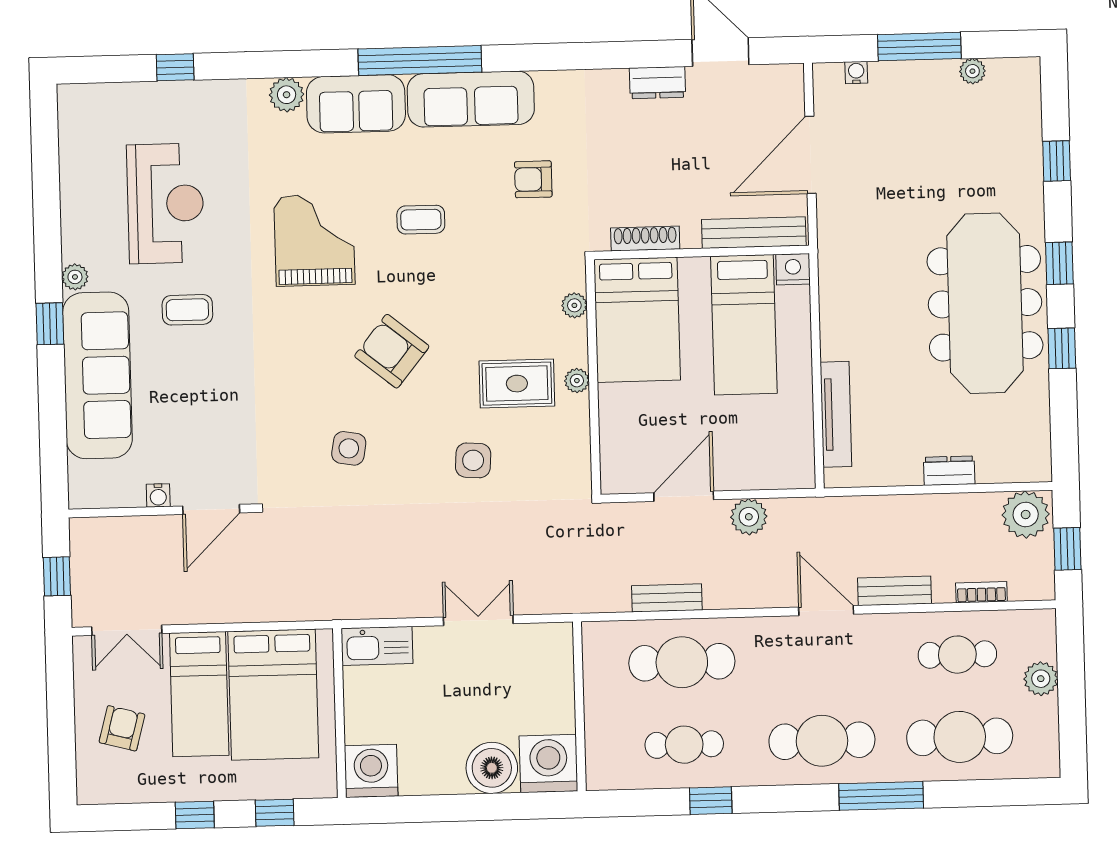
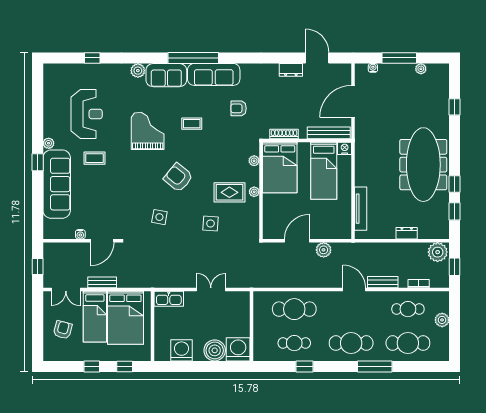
window: (1059, 263) -> (454, 211), moved
bench: (667, 598) -> (102, 282), moved
washing machine: (371, 771) -> (181, 350), moved

